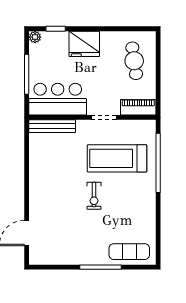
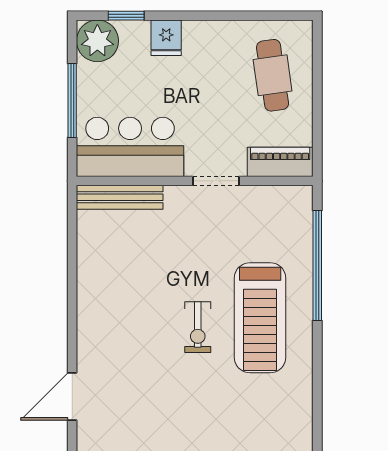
plant: (35, 37) -> (97, 41), width x1.87, depth x1.87
fridge: (84, 44) -> (166, 38), width x0.53, depth x0.75
treadmill: (117, 158) -> (260, 318), moved, turned -90
exercise mat: (129, 252) -> (263, 431), removed

